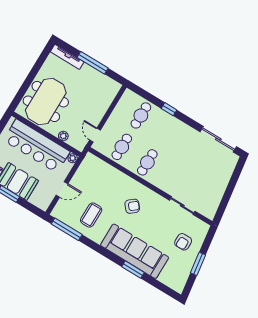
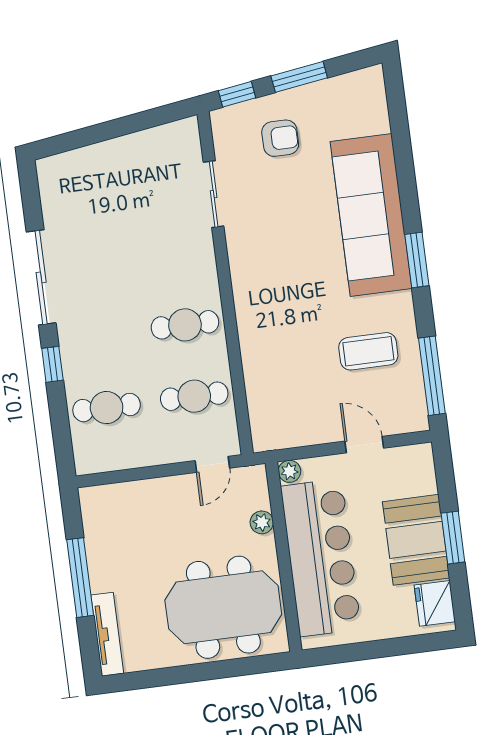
sliding door: (218, 139) -> (41, 277), moved
armchair: (132, 206) -> (290, 287), removed
window: (209, 239) -> (237, 94), added
window: (133, 270) -> (417, 260), moved

